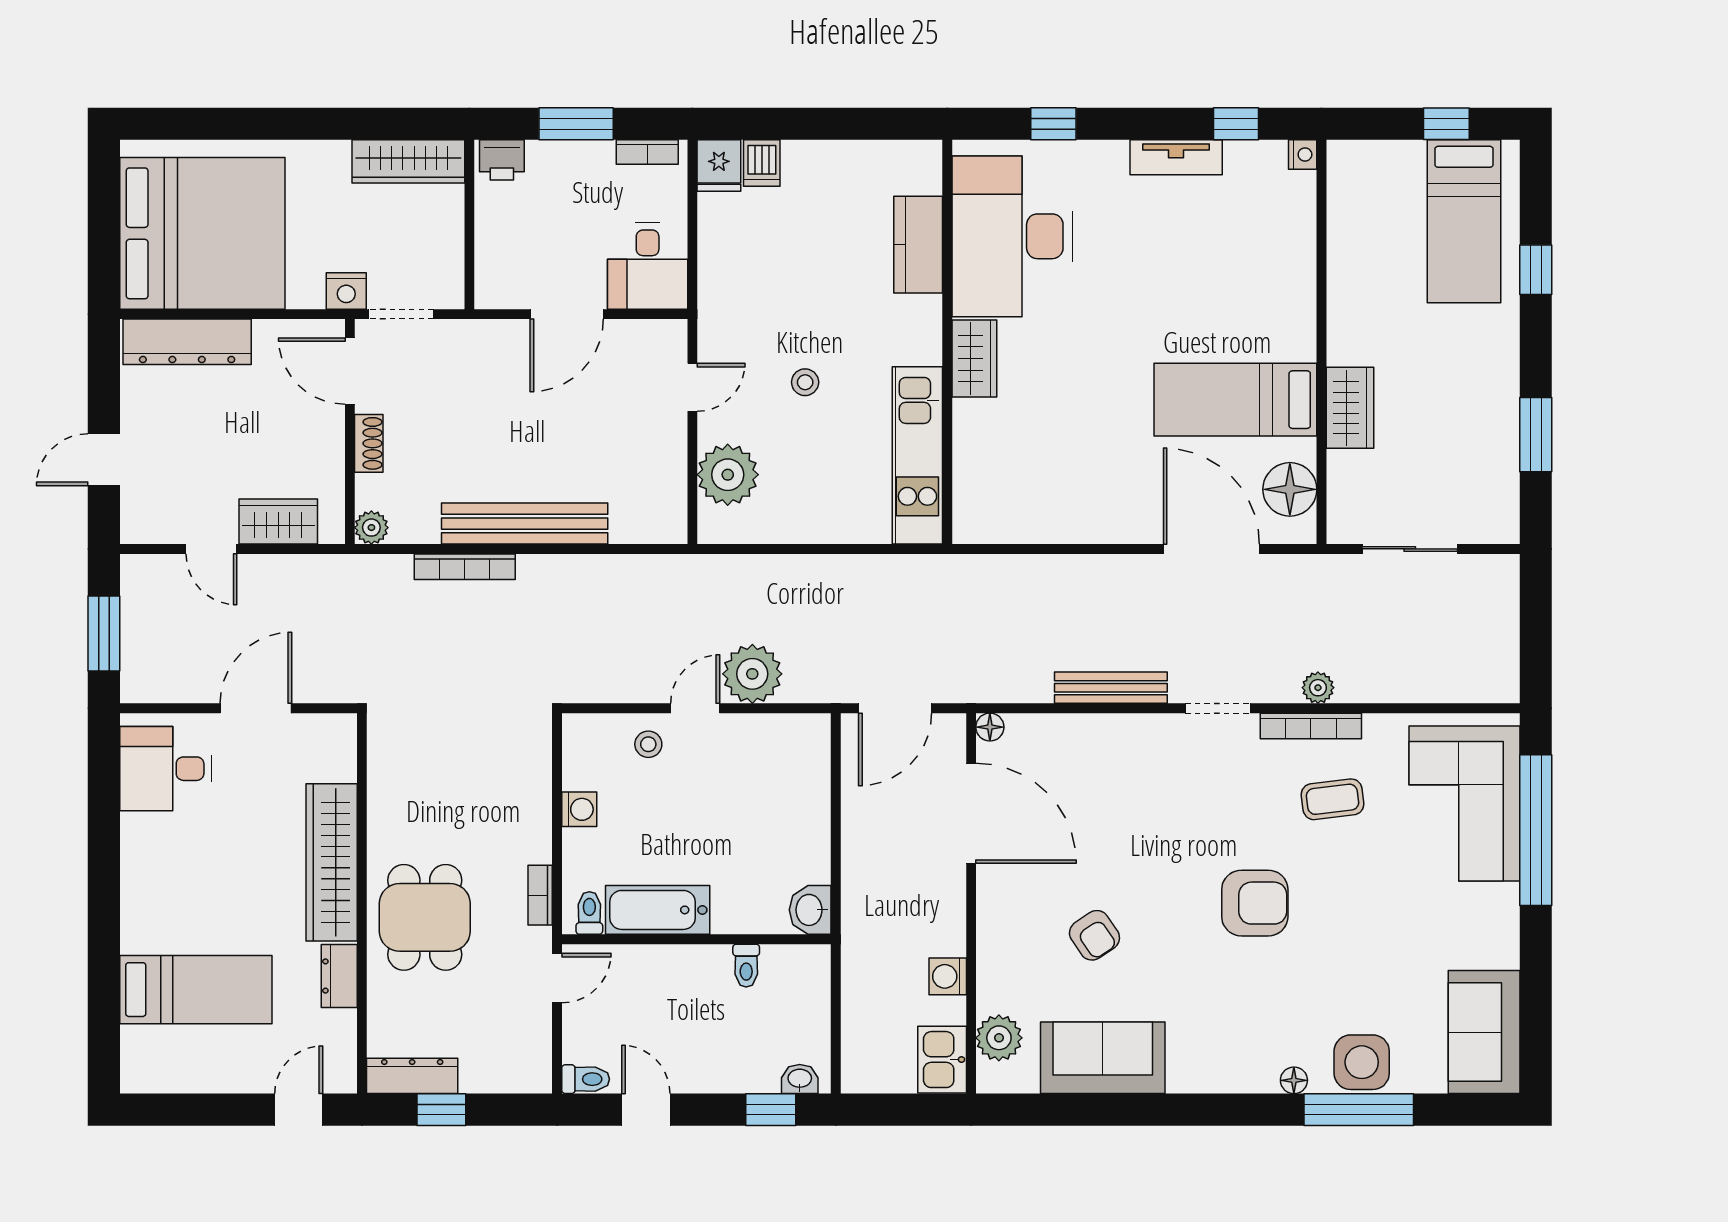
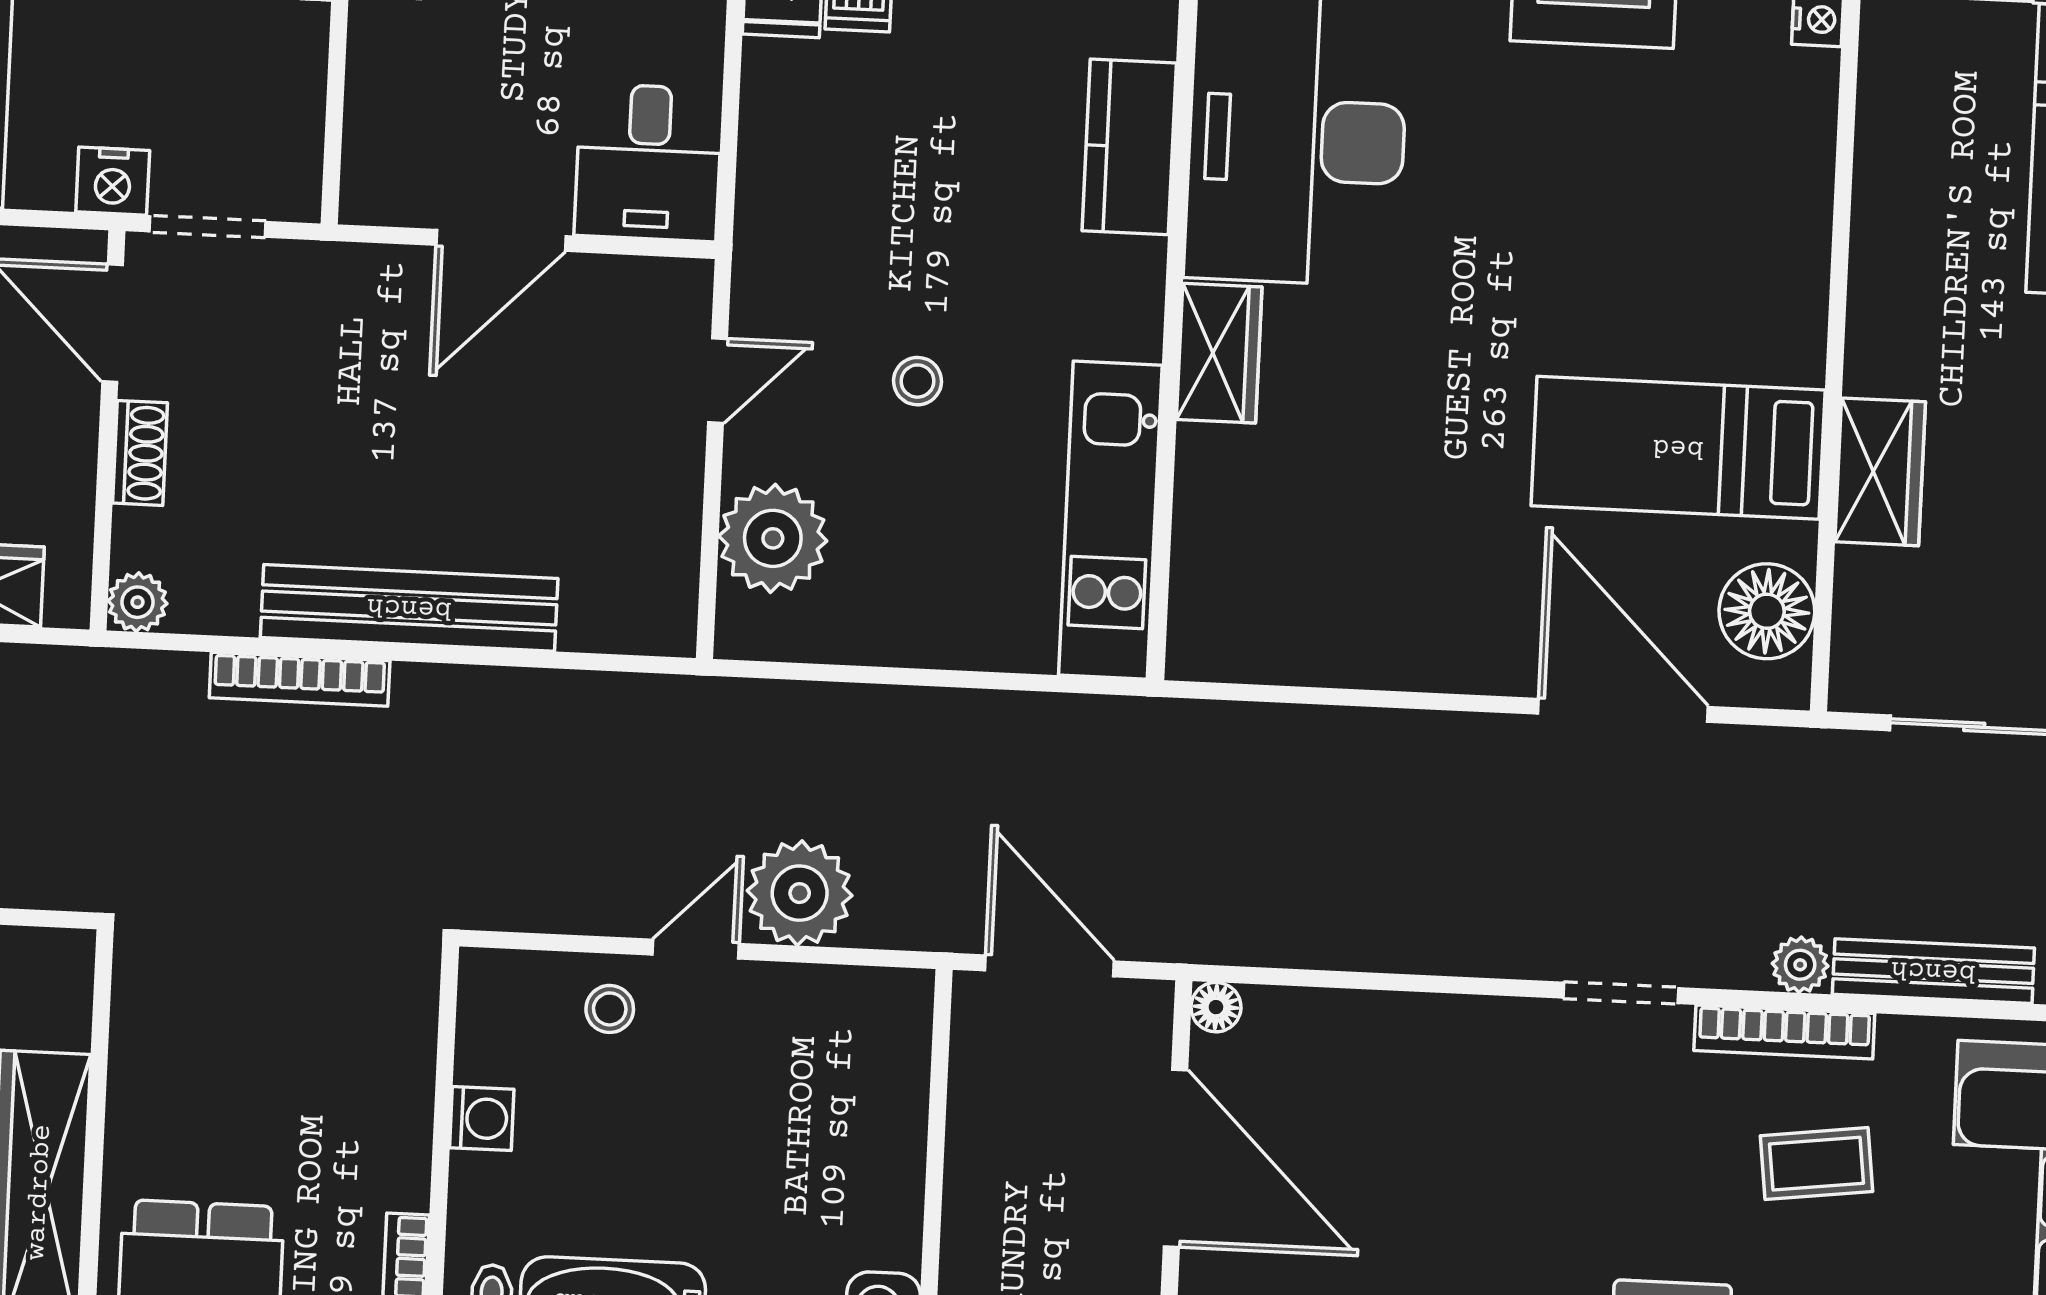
bench: (1111, 688) -> (1933, 971), moved
door: (895, 708) -> (1049, 966), swing flipped

